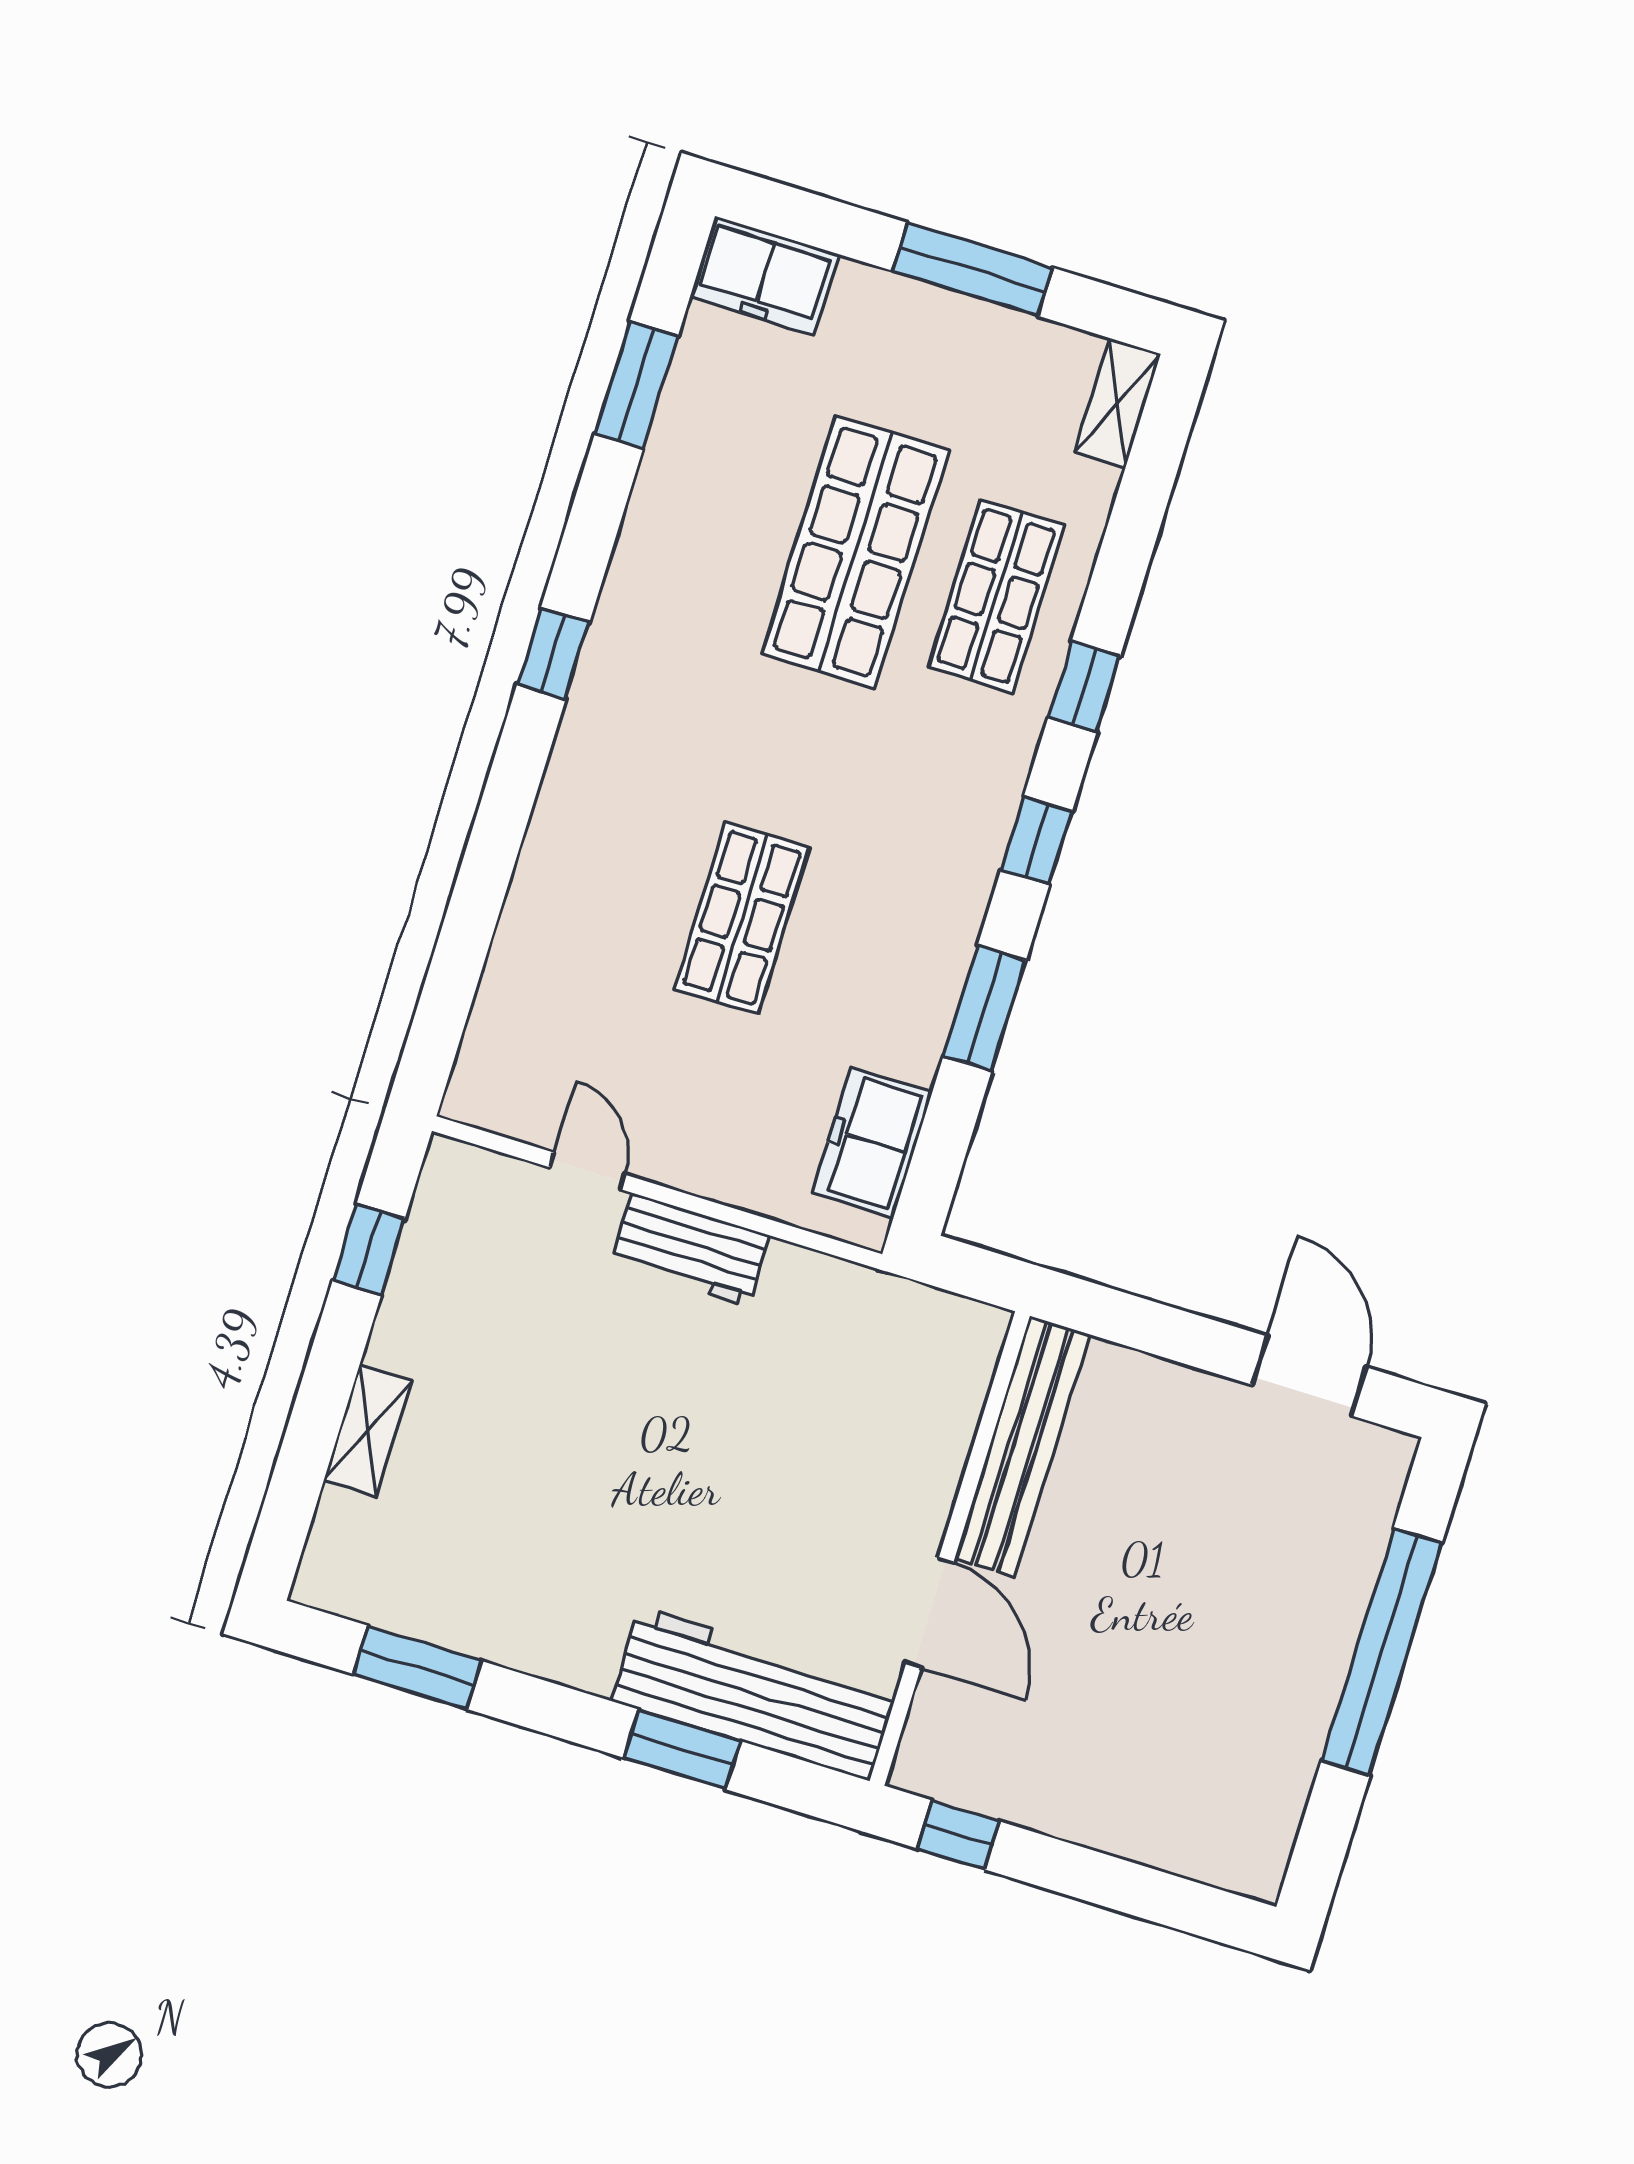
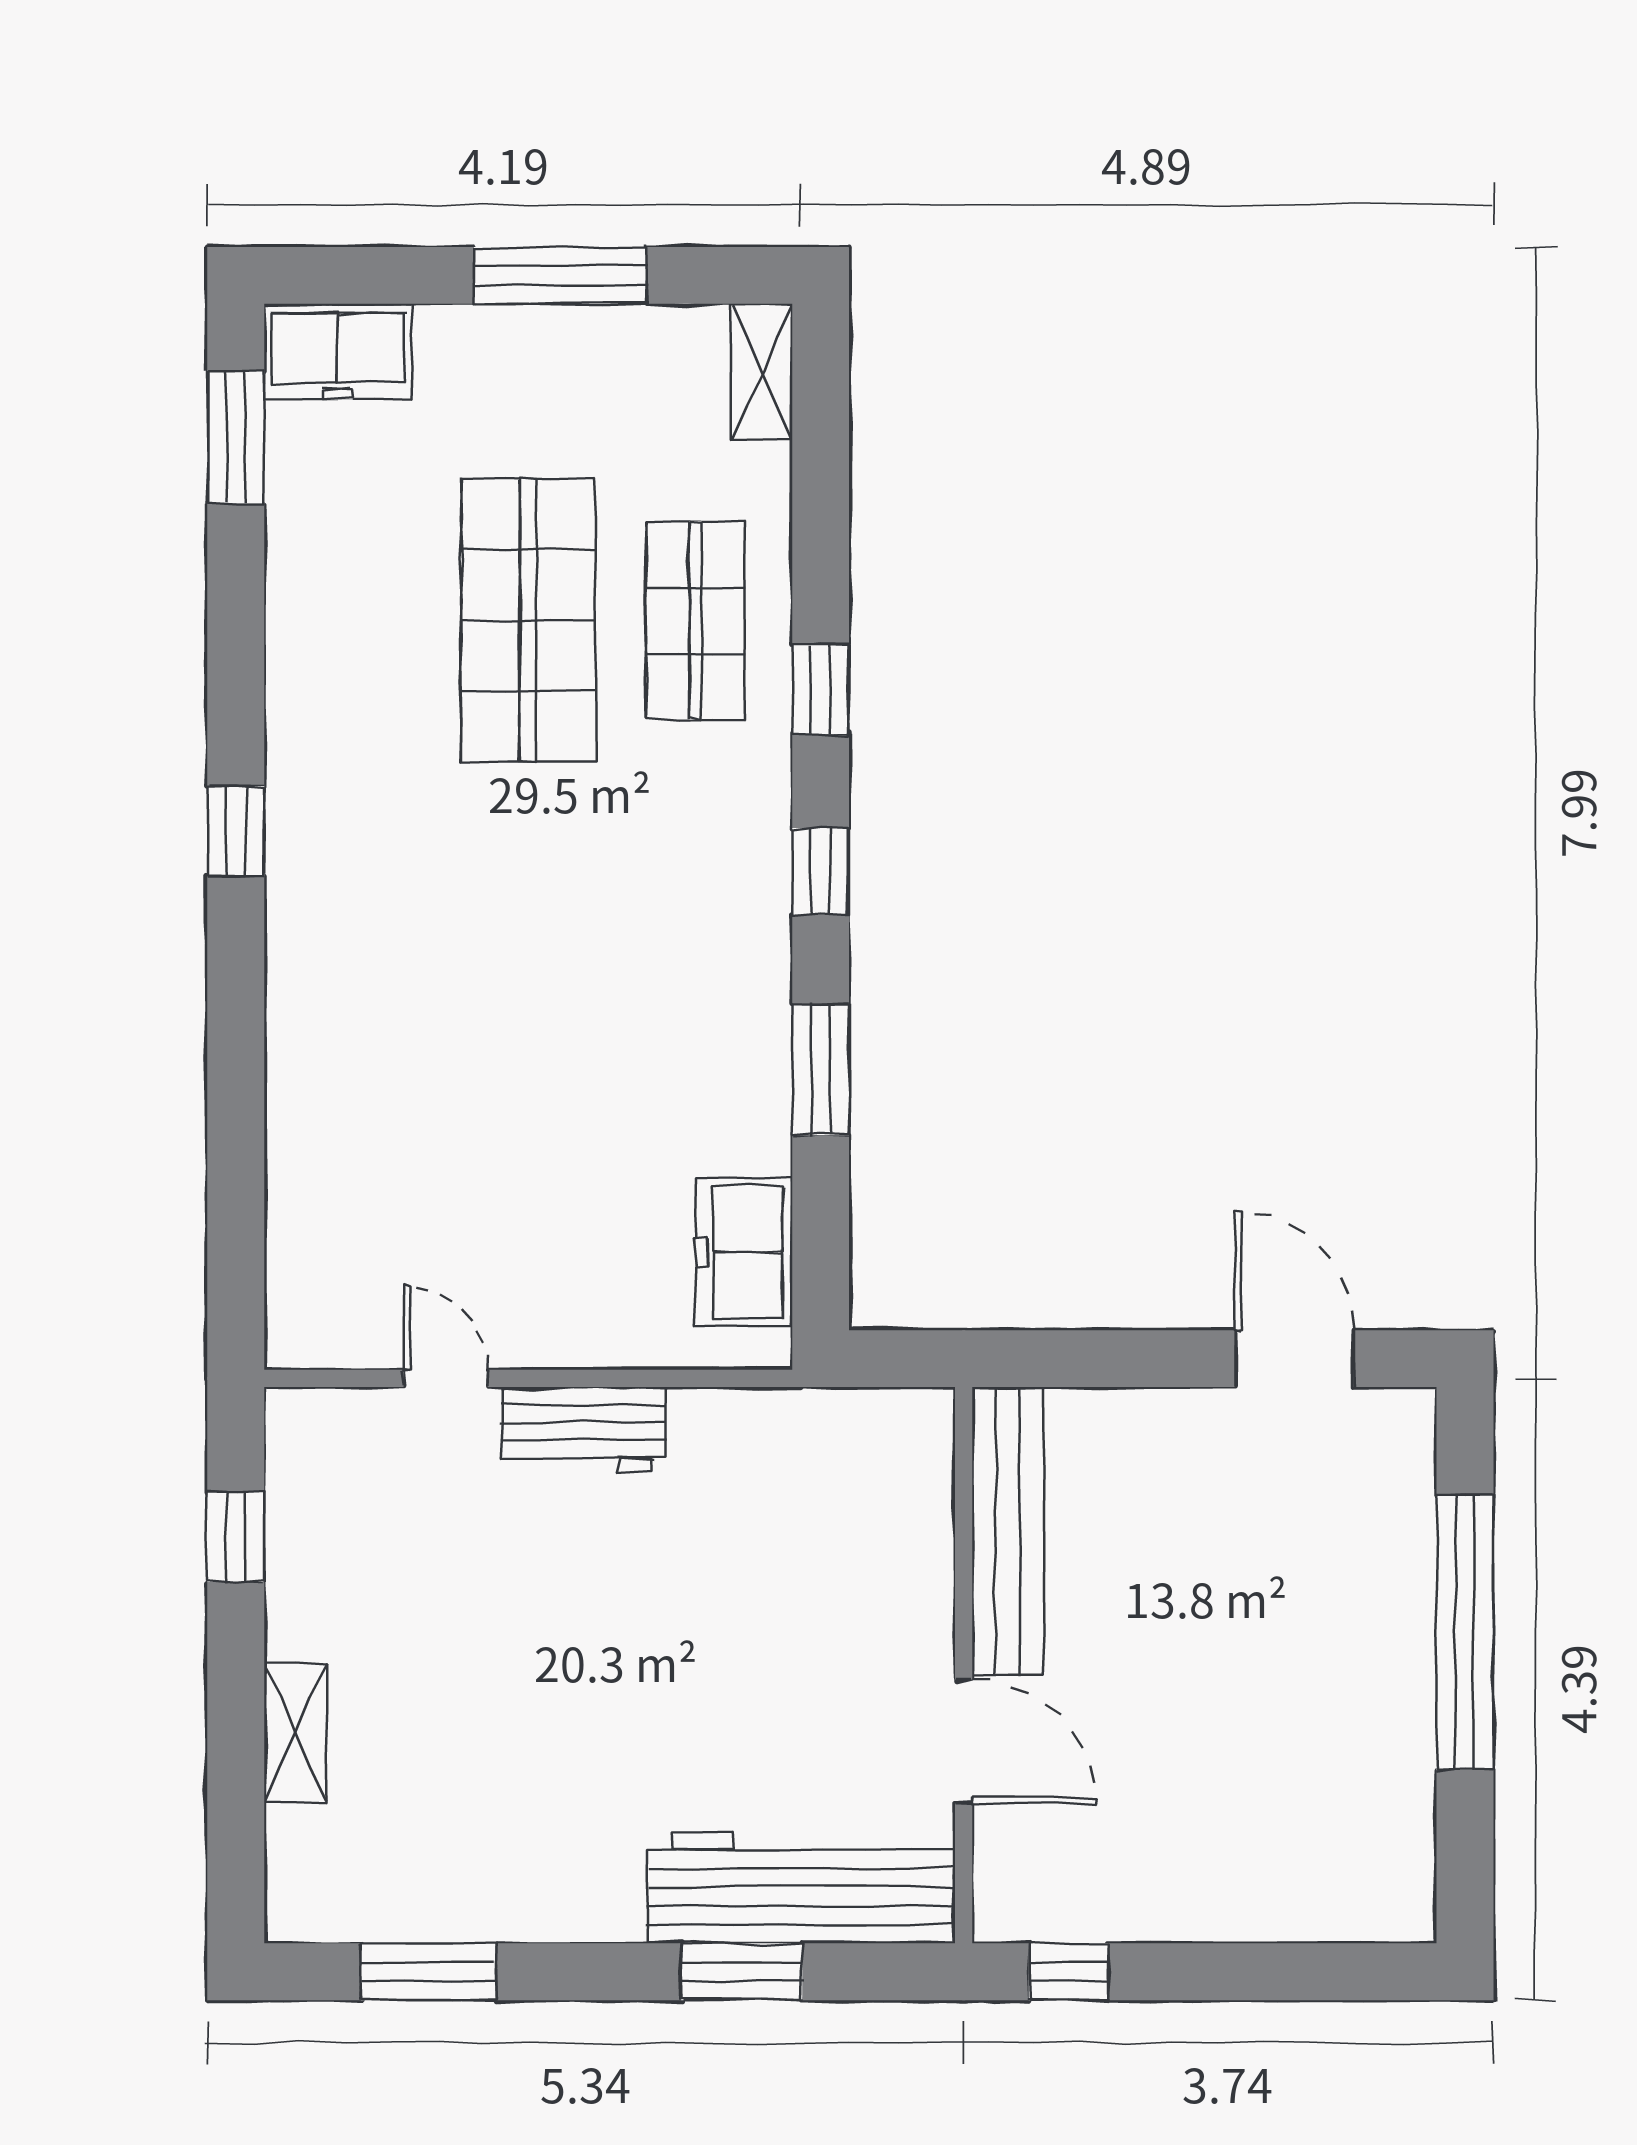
window: (636, 385) -> (236, 437), moved
shop shelf: (742, 918) -> (528, 1053), removed

